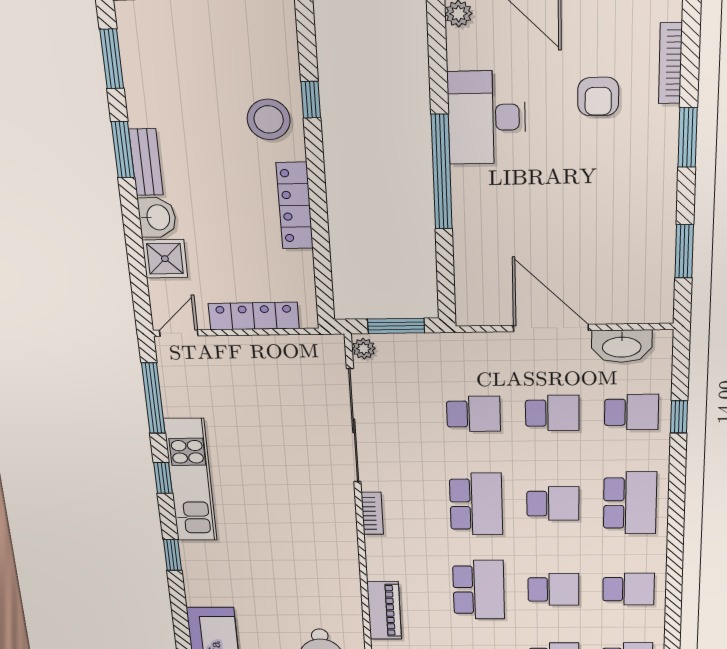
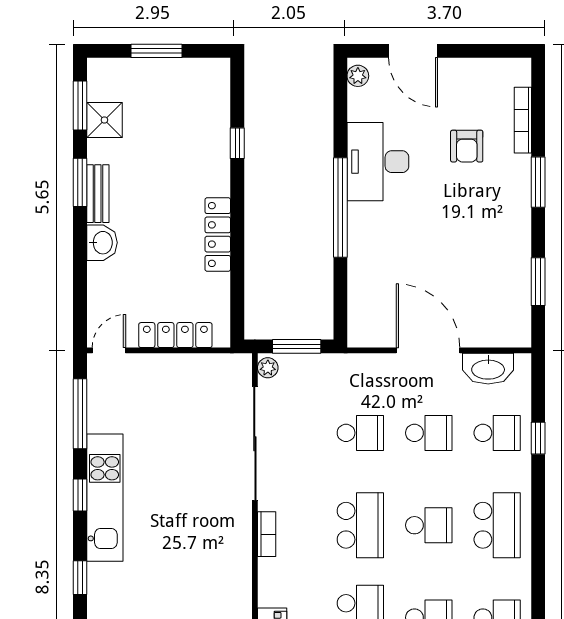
stool: (269, 119) -> (202, 159), removed
shower: (165, 259) -> (104, 120), moved

